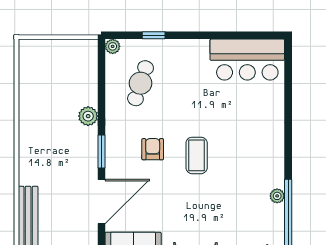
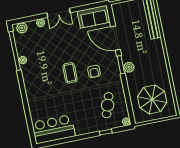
parasol: (58, 77) -> (152, 99), added
plant: (88, 116) -> (129, 67), moved
door: (101, 201) -> (116, 38), hinge flipped

